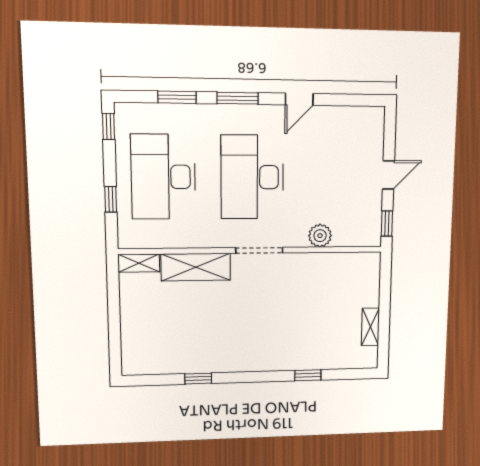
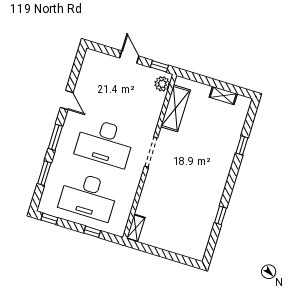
plant: (320, 236) -> (162, 84), moved
shelving: (196, 267) -> (175, 108), moved

